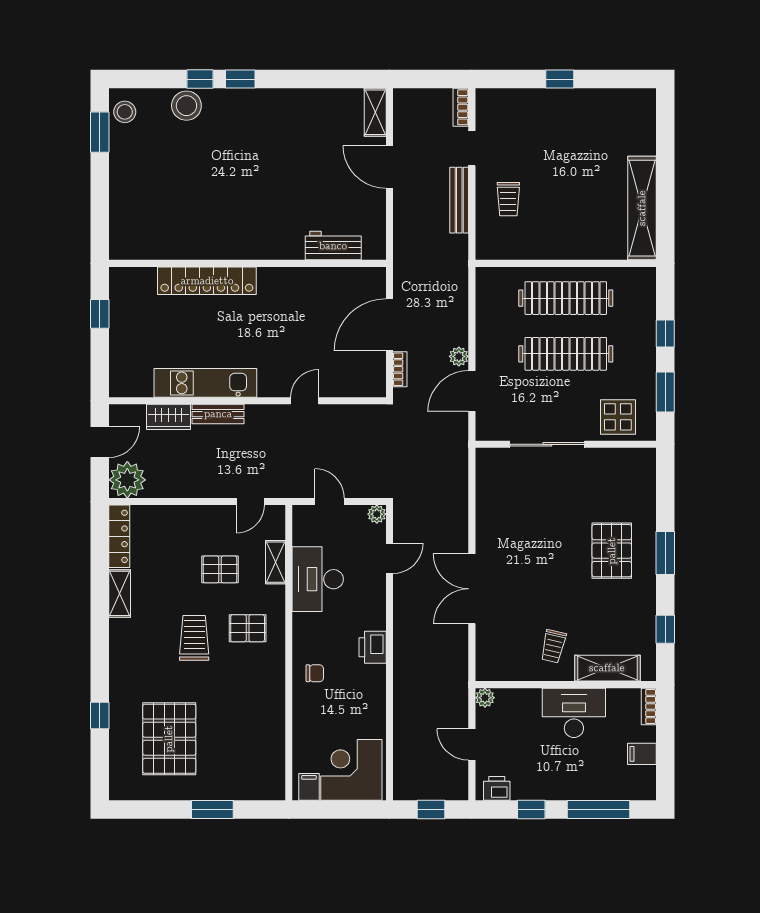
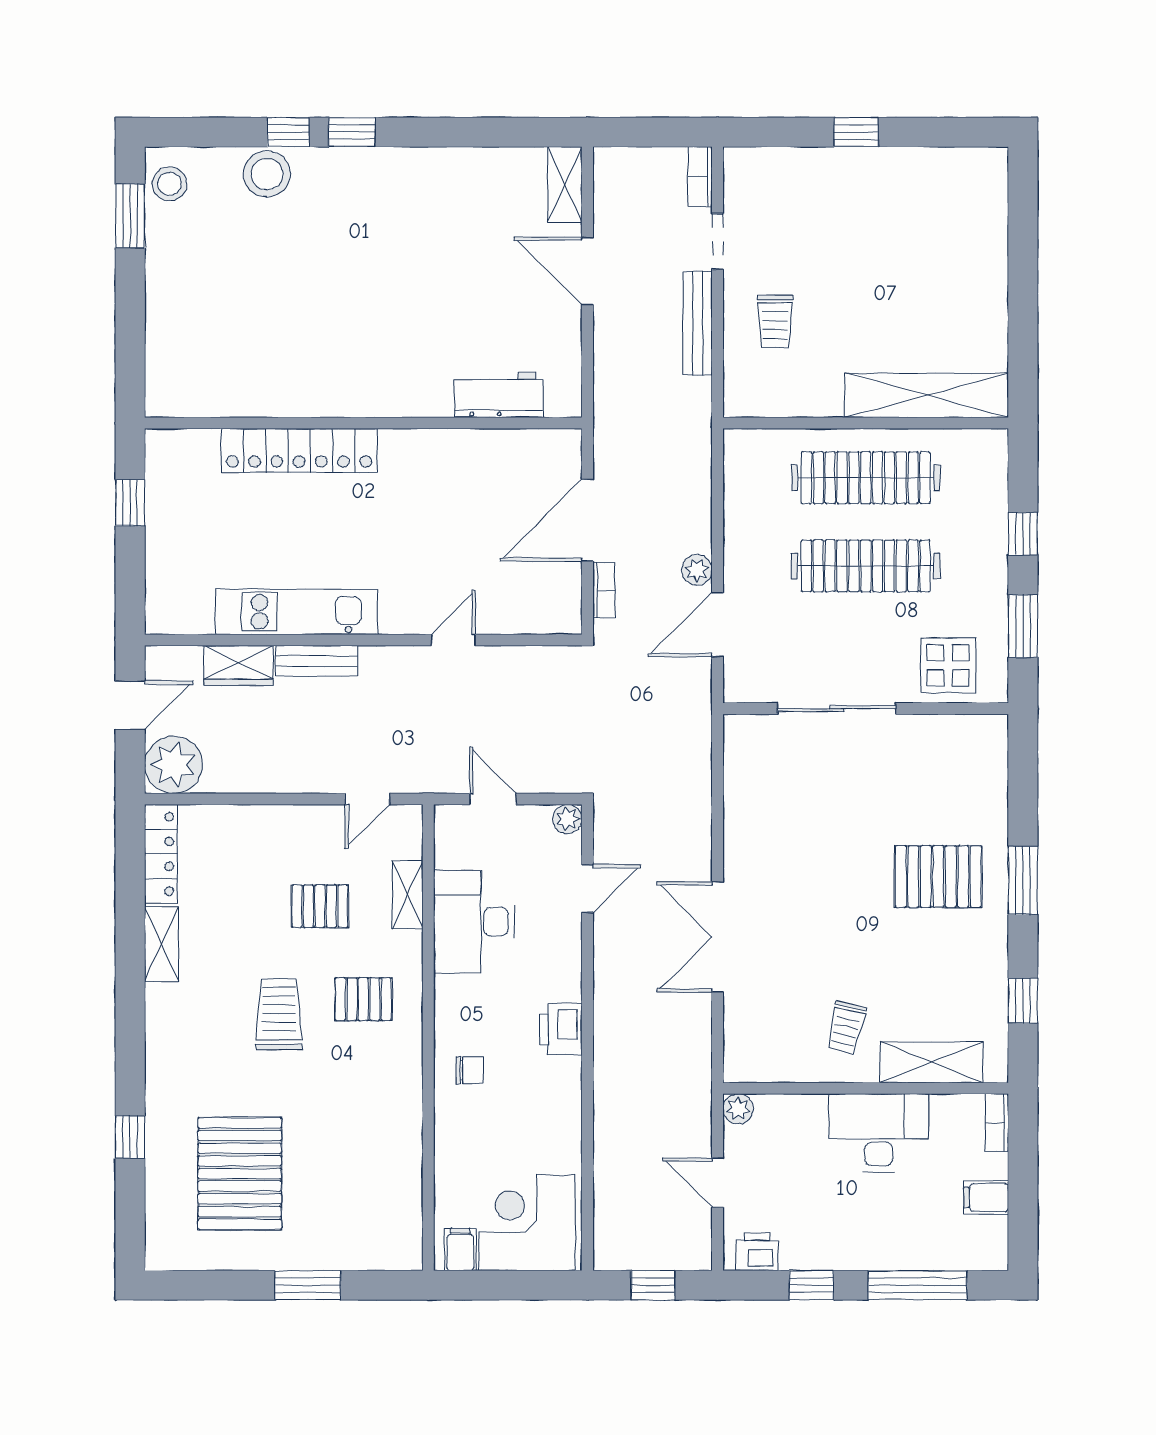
shelving: (642, 208) -> (927, 395), moved, turned 90
pallet: (612, 551) -> (938, 877), turned 90

